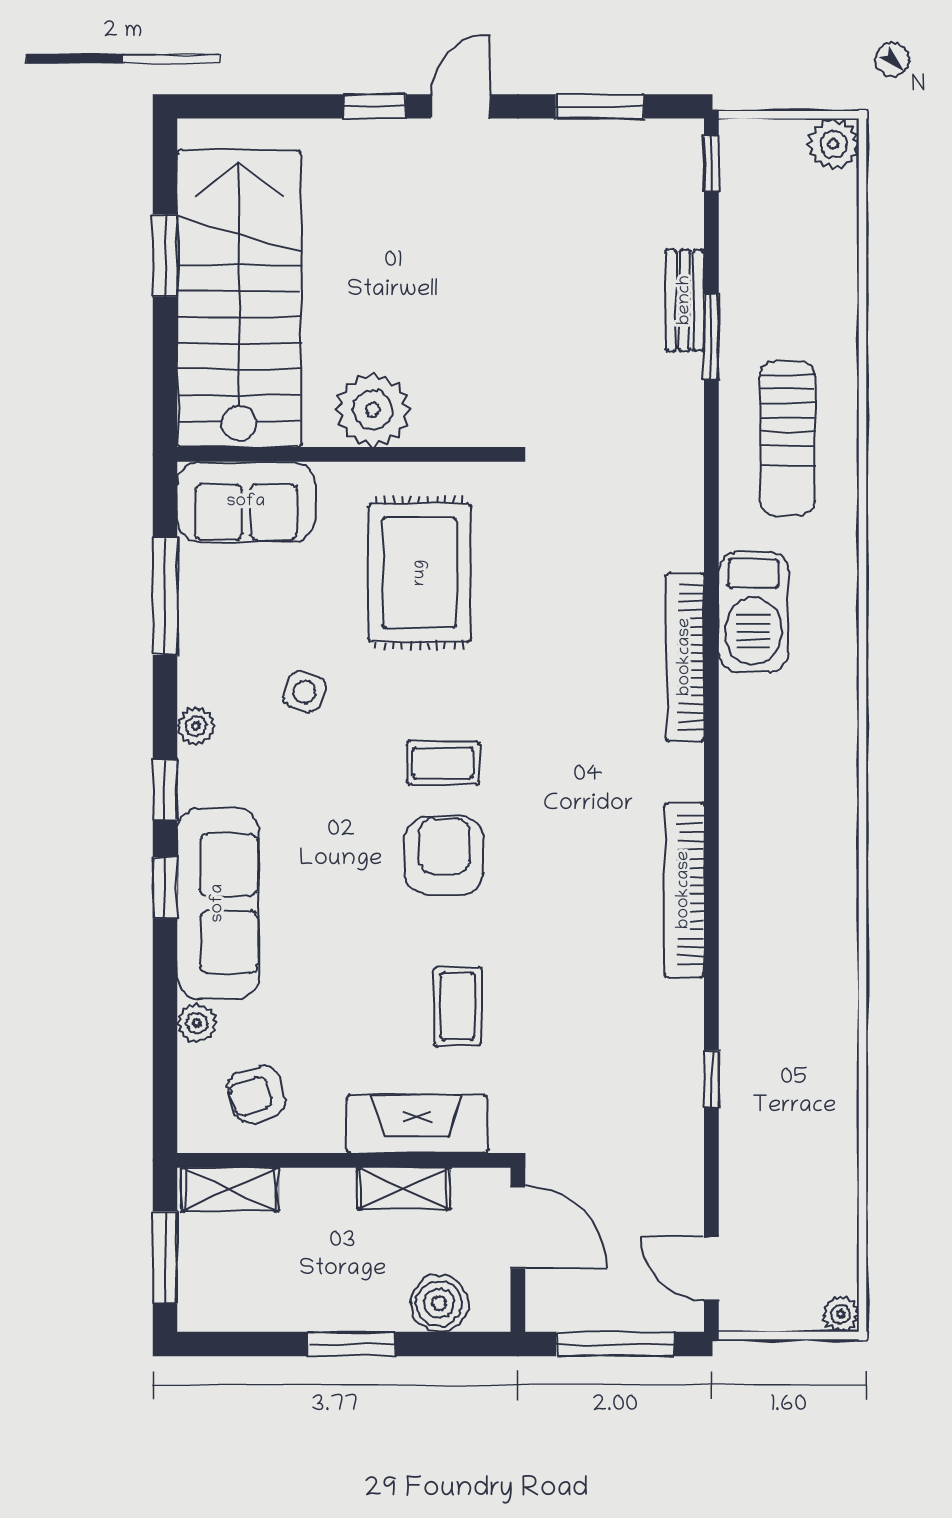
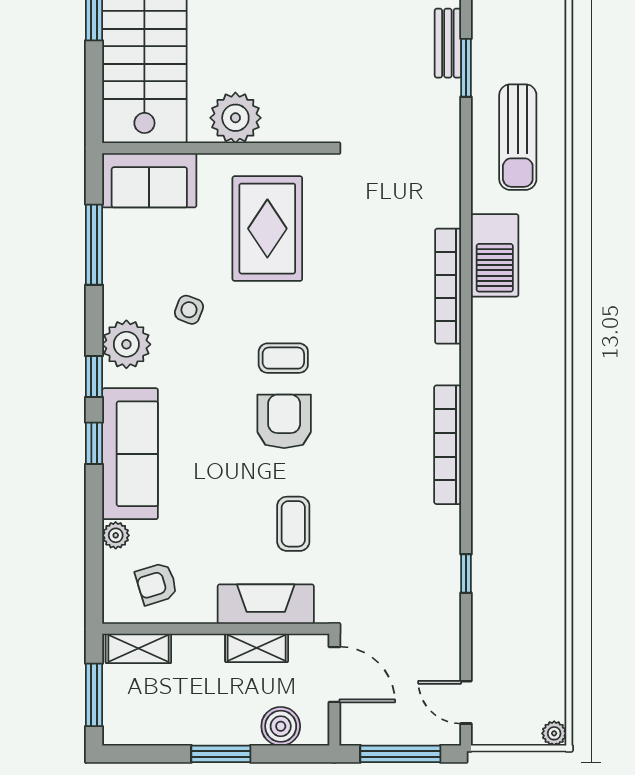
plant: (196, 726) -> (126, 344), width x1.88, depth x1.88

